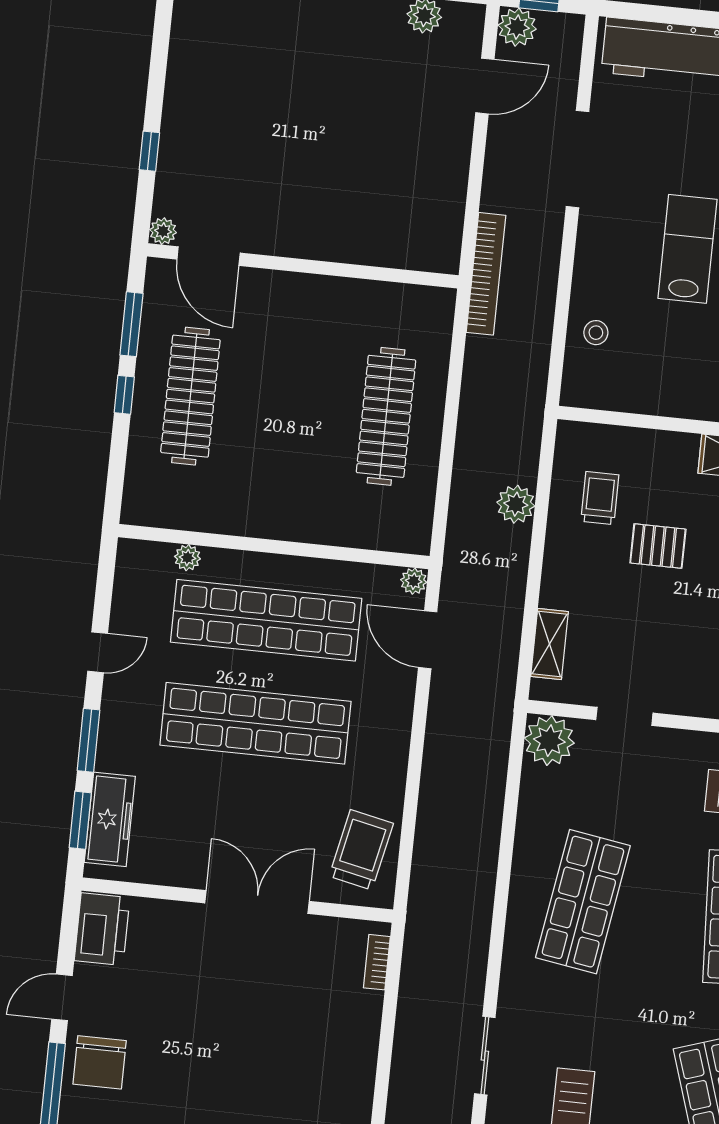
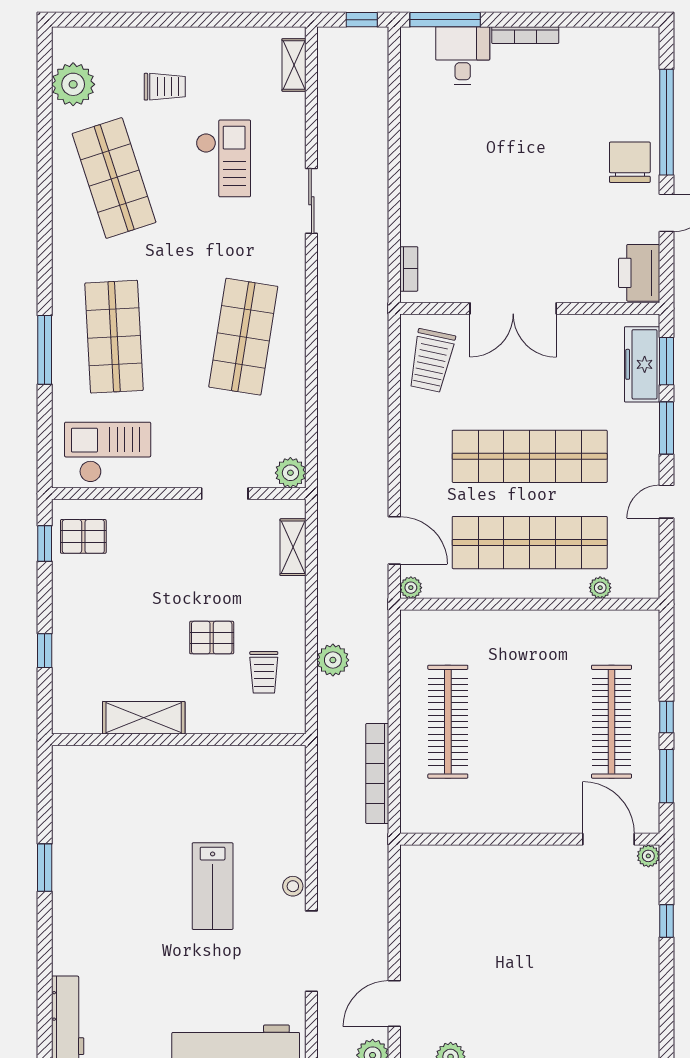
bookcase: (486, 274) -> (377, 774), moved
stool: (596, 333) -> (293, 886), moved
plant: (549, 741) -> (290, 473), width x0.73, depth x0.73

